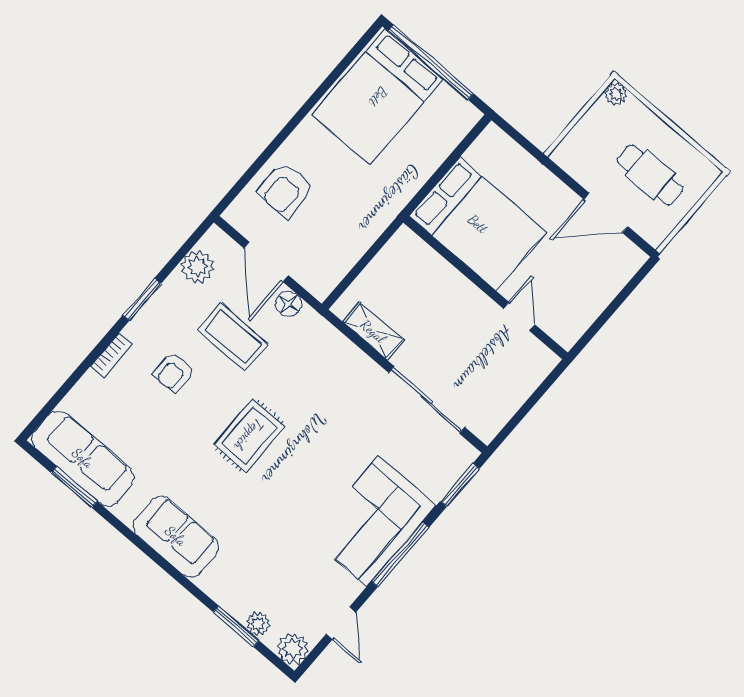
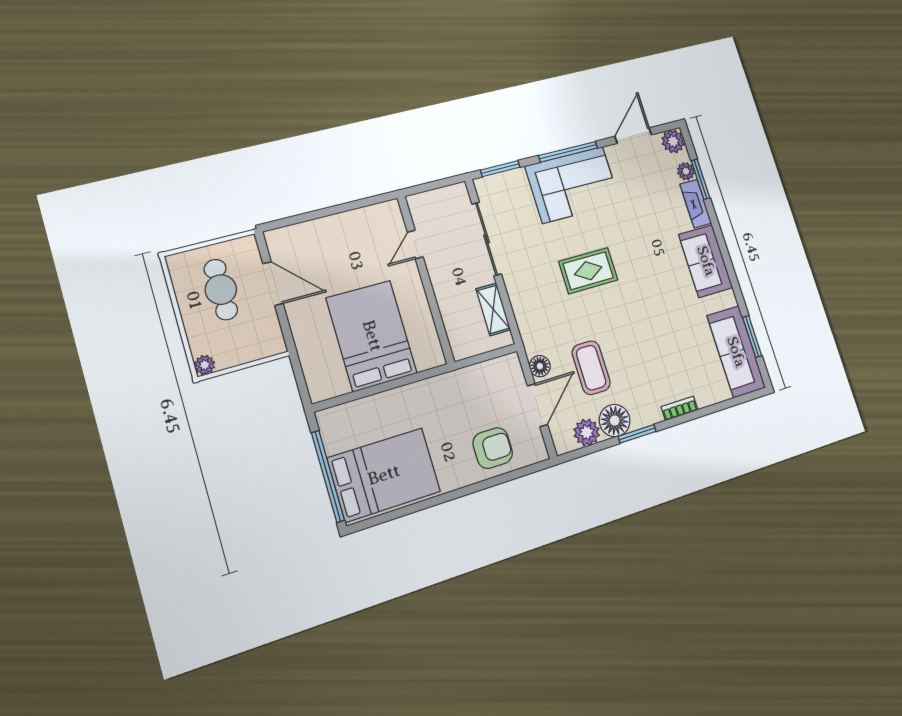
wall: (486, 288) -> (426, 279), moved
floor lamp: (175, 298) -> (615, 421), added
door: (519, 316) -> (415, 244), moved
armchair: (174, 372) -> (645, 370), removed
rug: (249, 435) -> (588, 271), moved
fireplace: (225, 594) -> (696, 204), added
door: (341, 623) -> (633, 136), width x1.38

